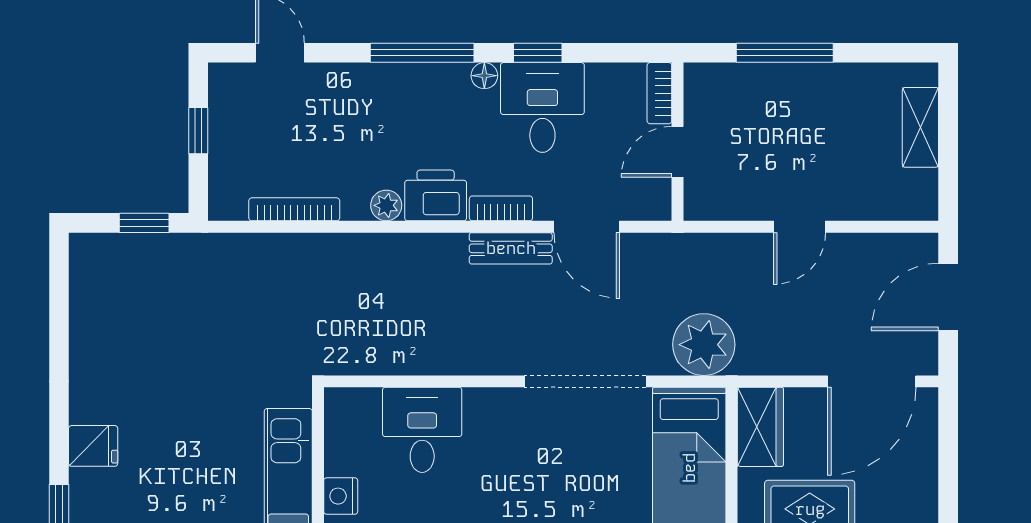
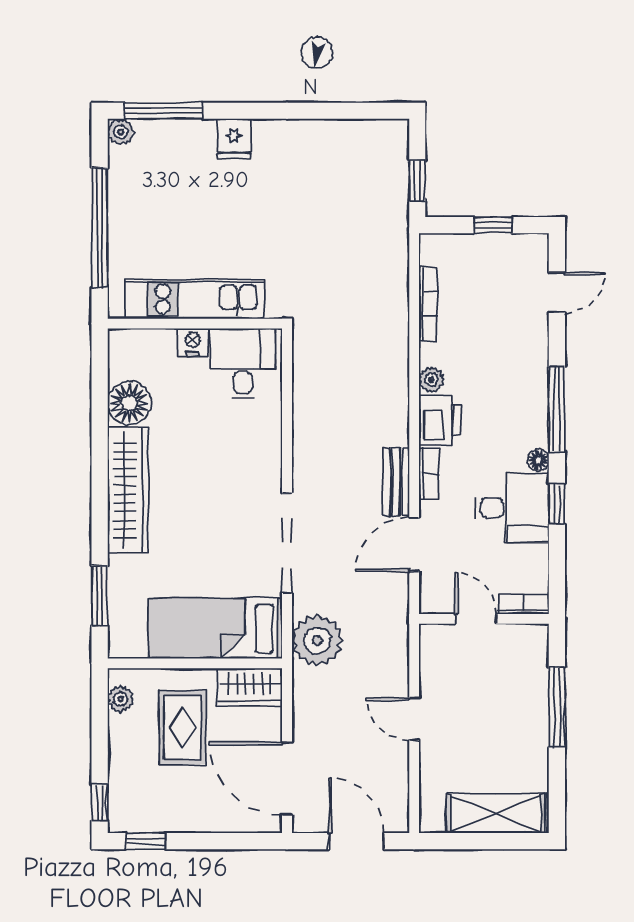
shelving: (920, 127) -> (496, 813), width x1.50, depth x1.33
desk: (422, 430) -> (243, 363), moved, turned -90

